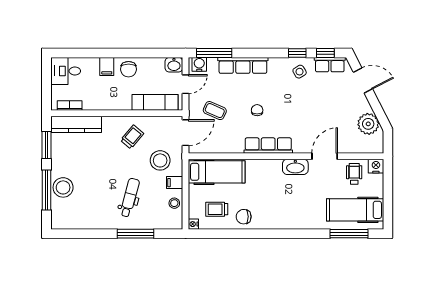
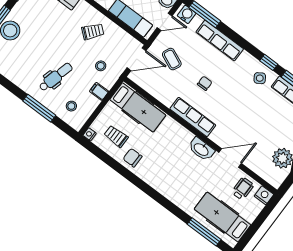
stool: (160, 160) -> (101, 66), width x0.53, depth x0.53
stool: (174, 203) -> (71, 106), moved

